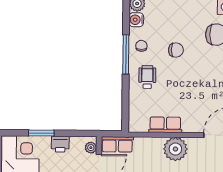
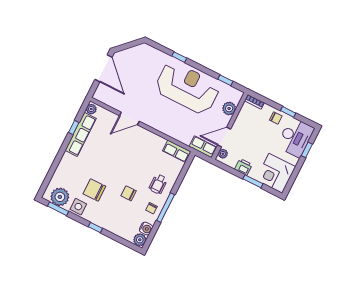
row of seats: (165, 125) -> (177, 151), moved
plant: (175, 149) -> (163, 123), removed

